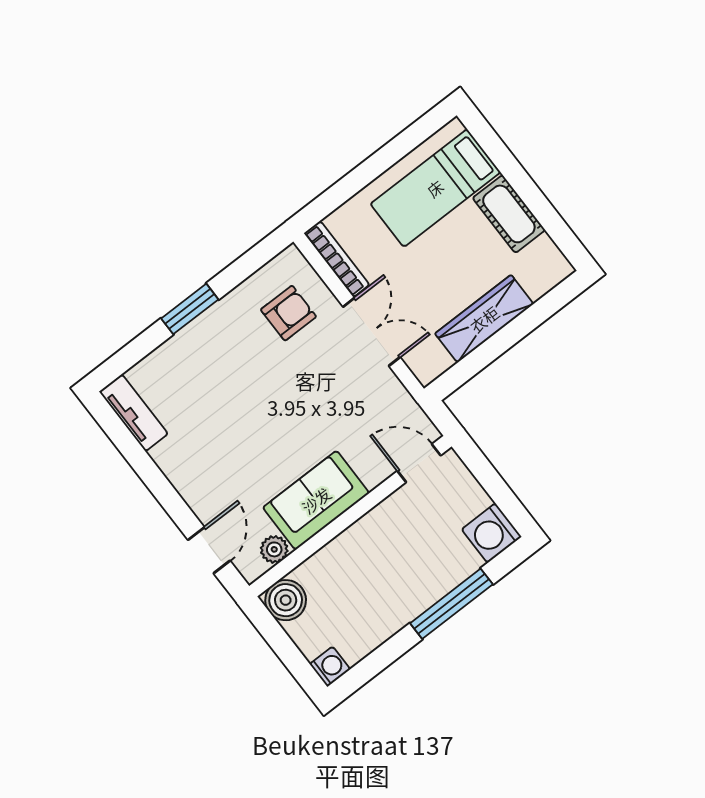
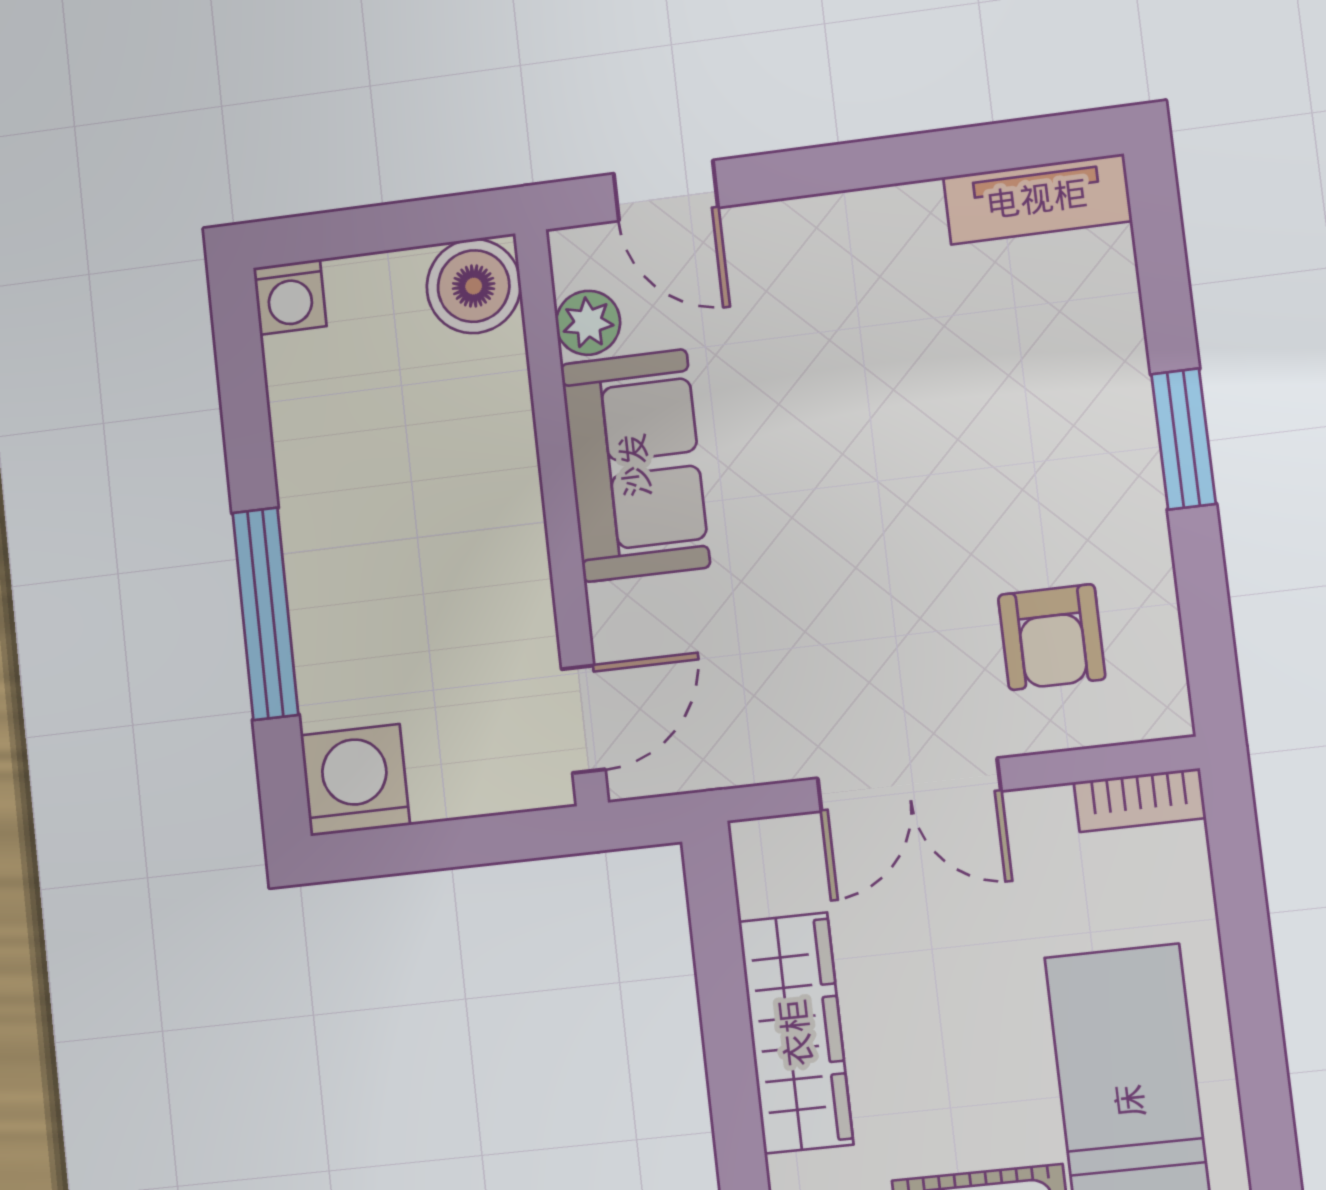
bookcase: (337, 259) -> (1140, 800), width x0.64

